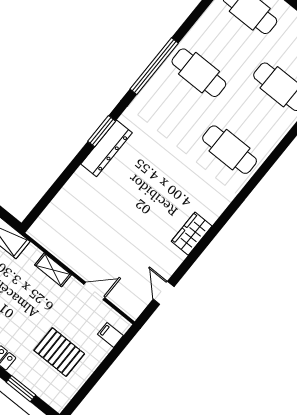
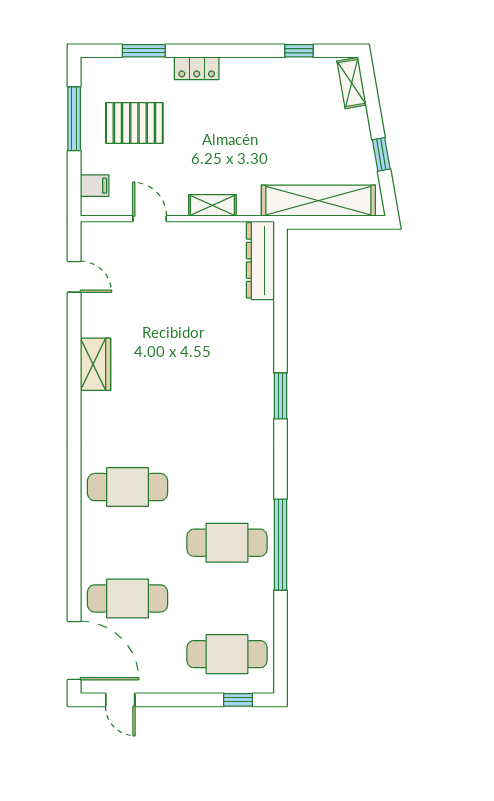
window: (154, 66) -> (280, 545), moved
dresser: (106, 148) -> (260, 260), moved
door: (94, 291) -> (150, 219), swing flipped
window: (91, 382) -> (74, 119), added

